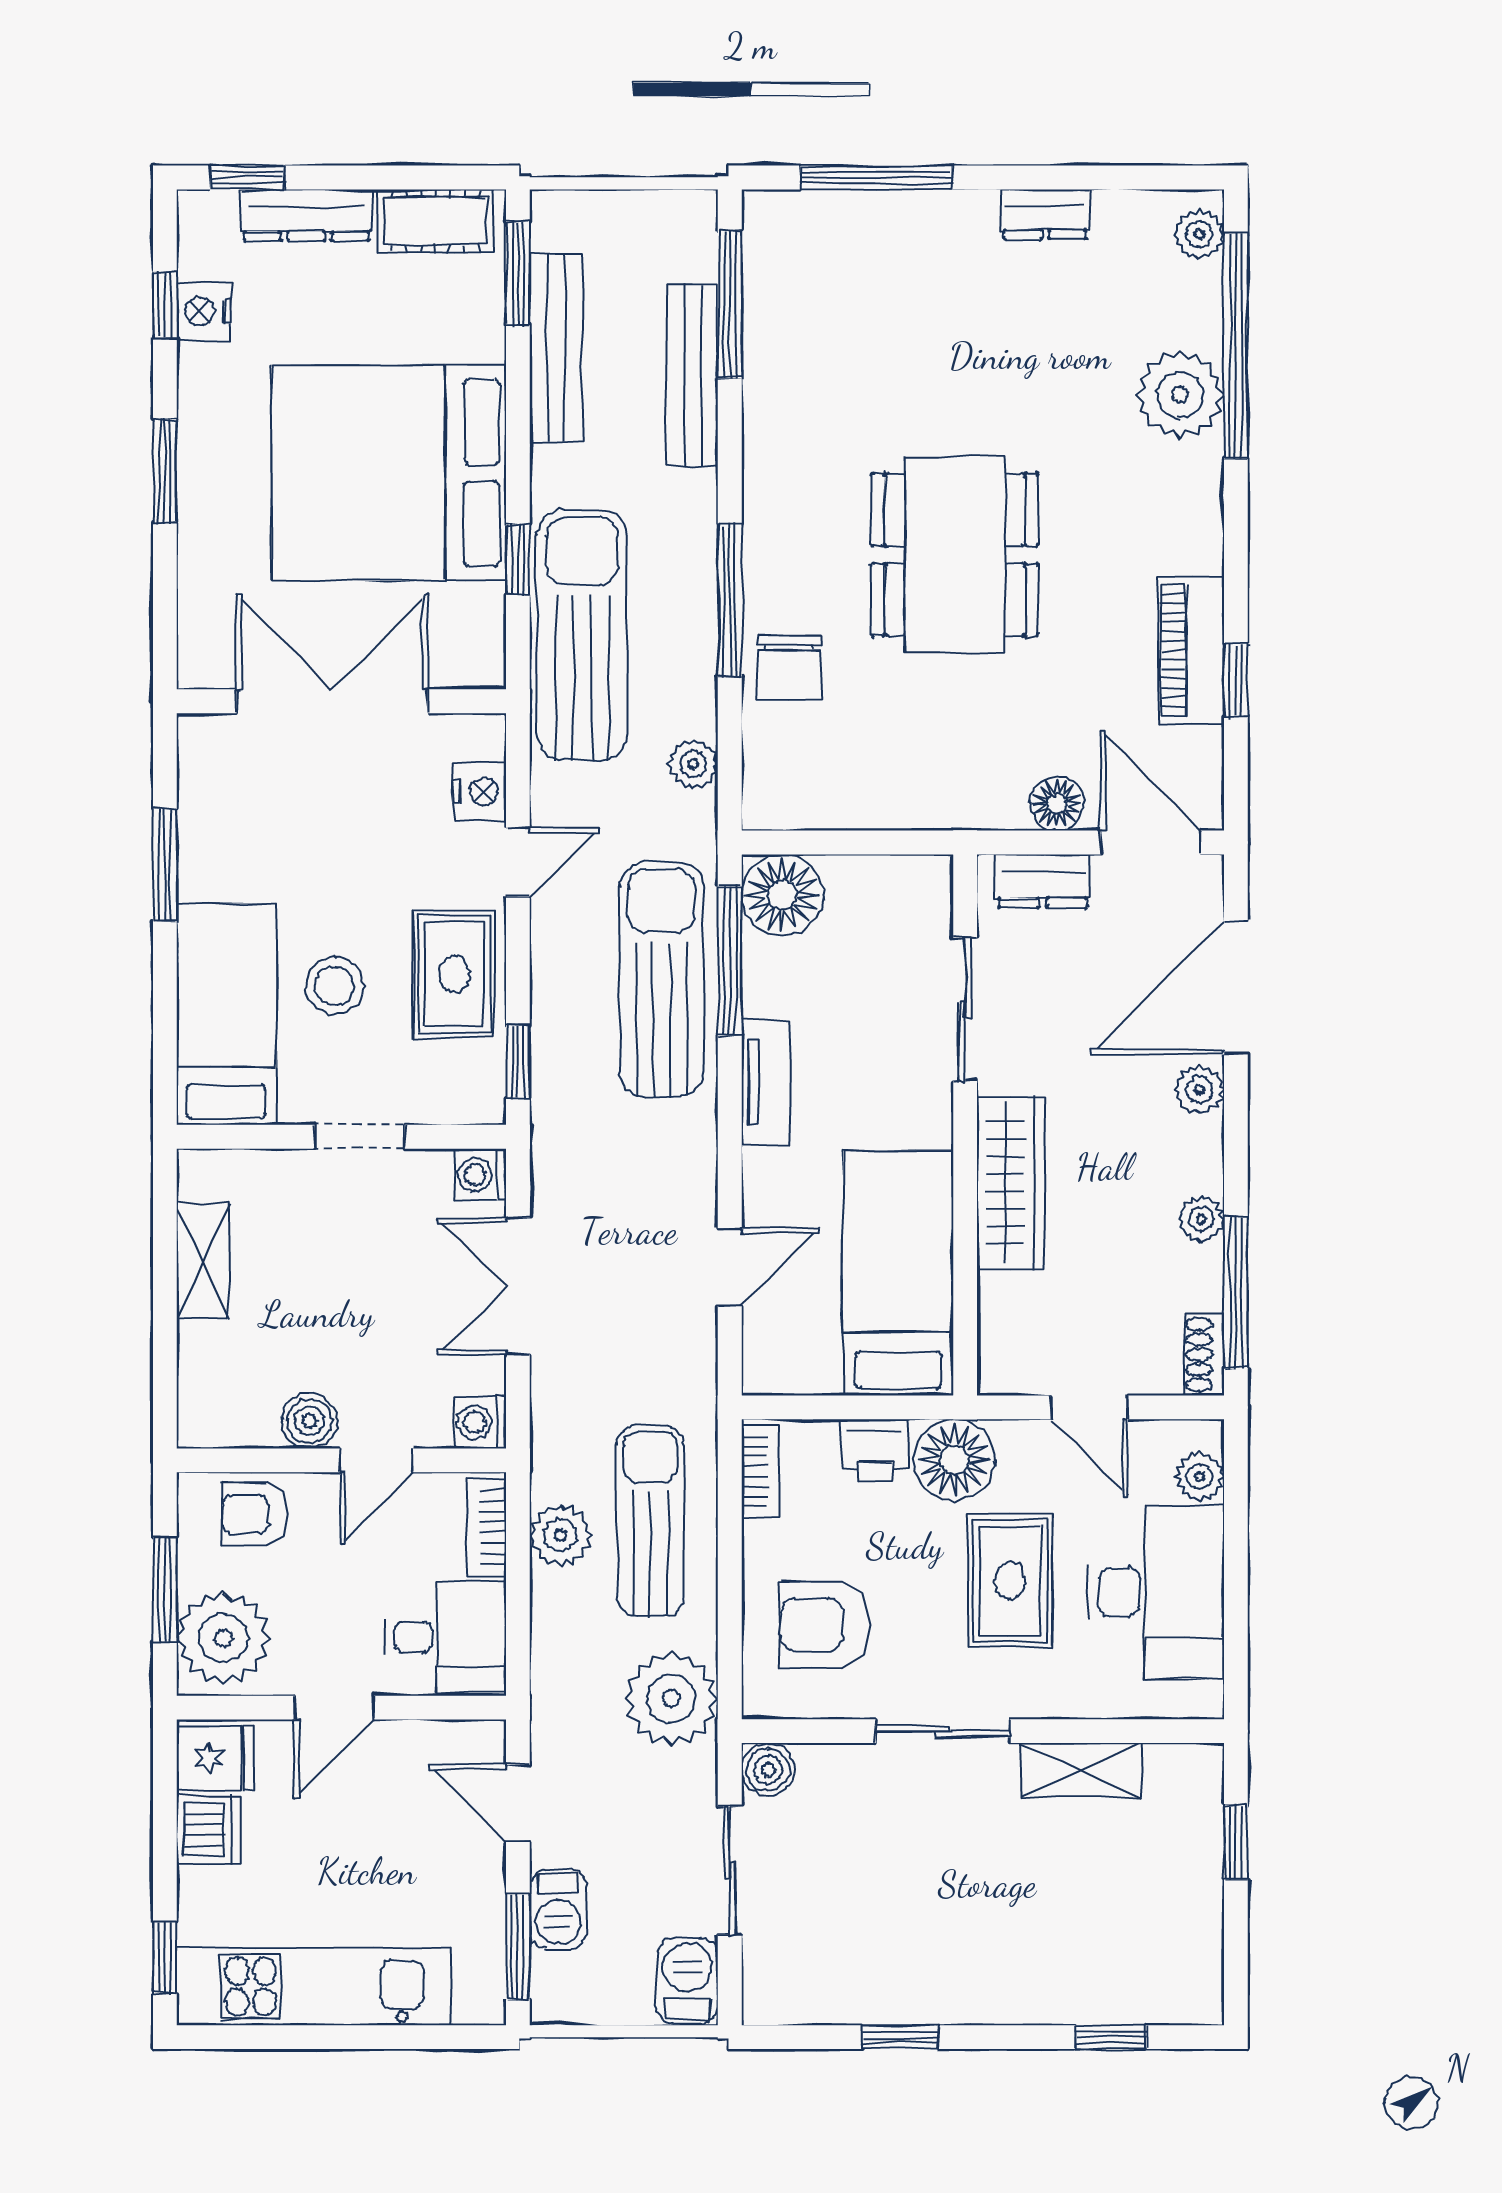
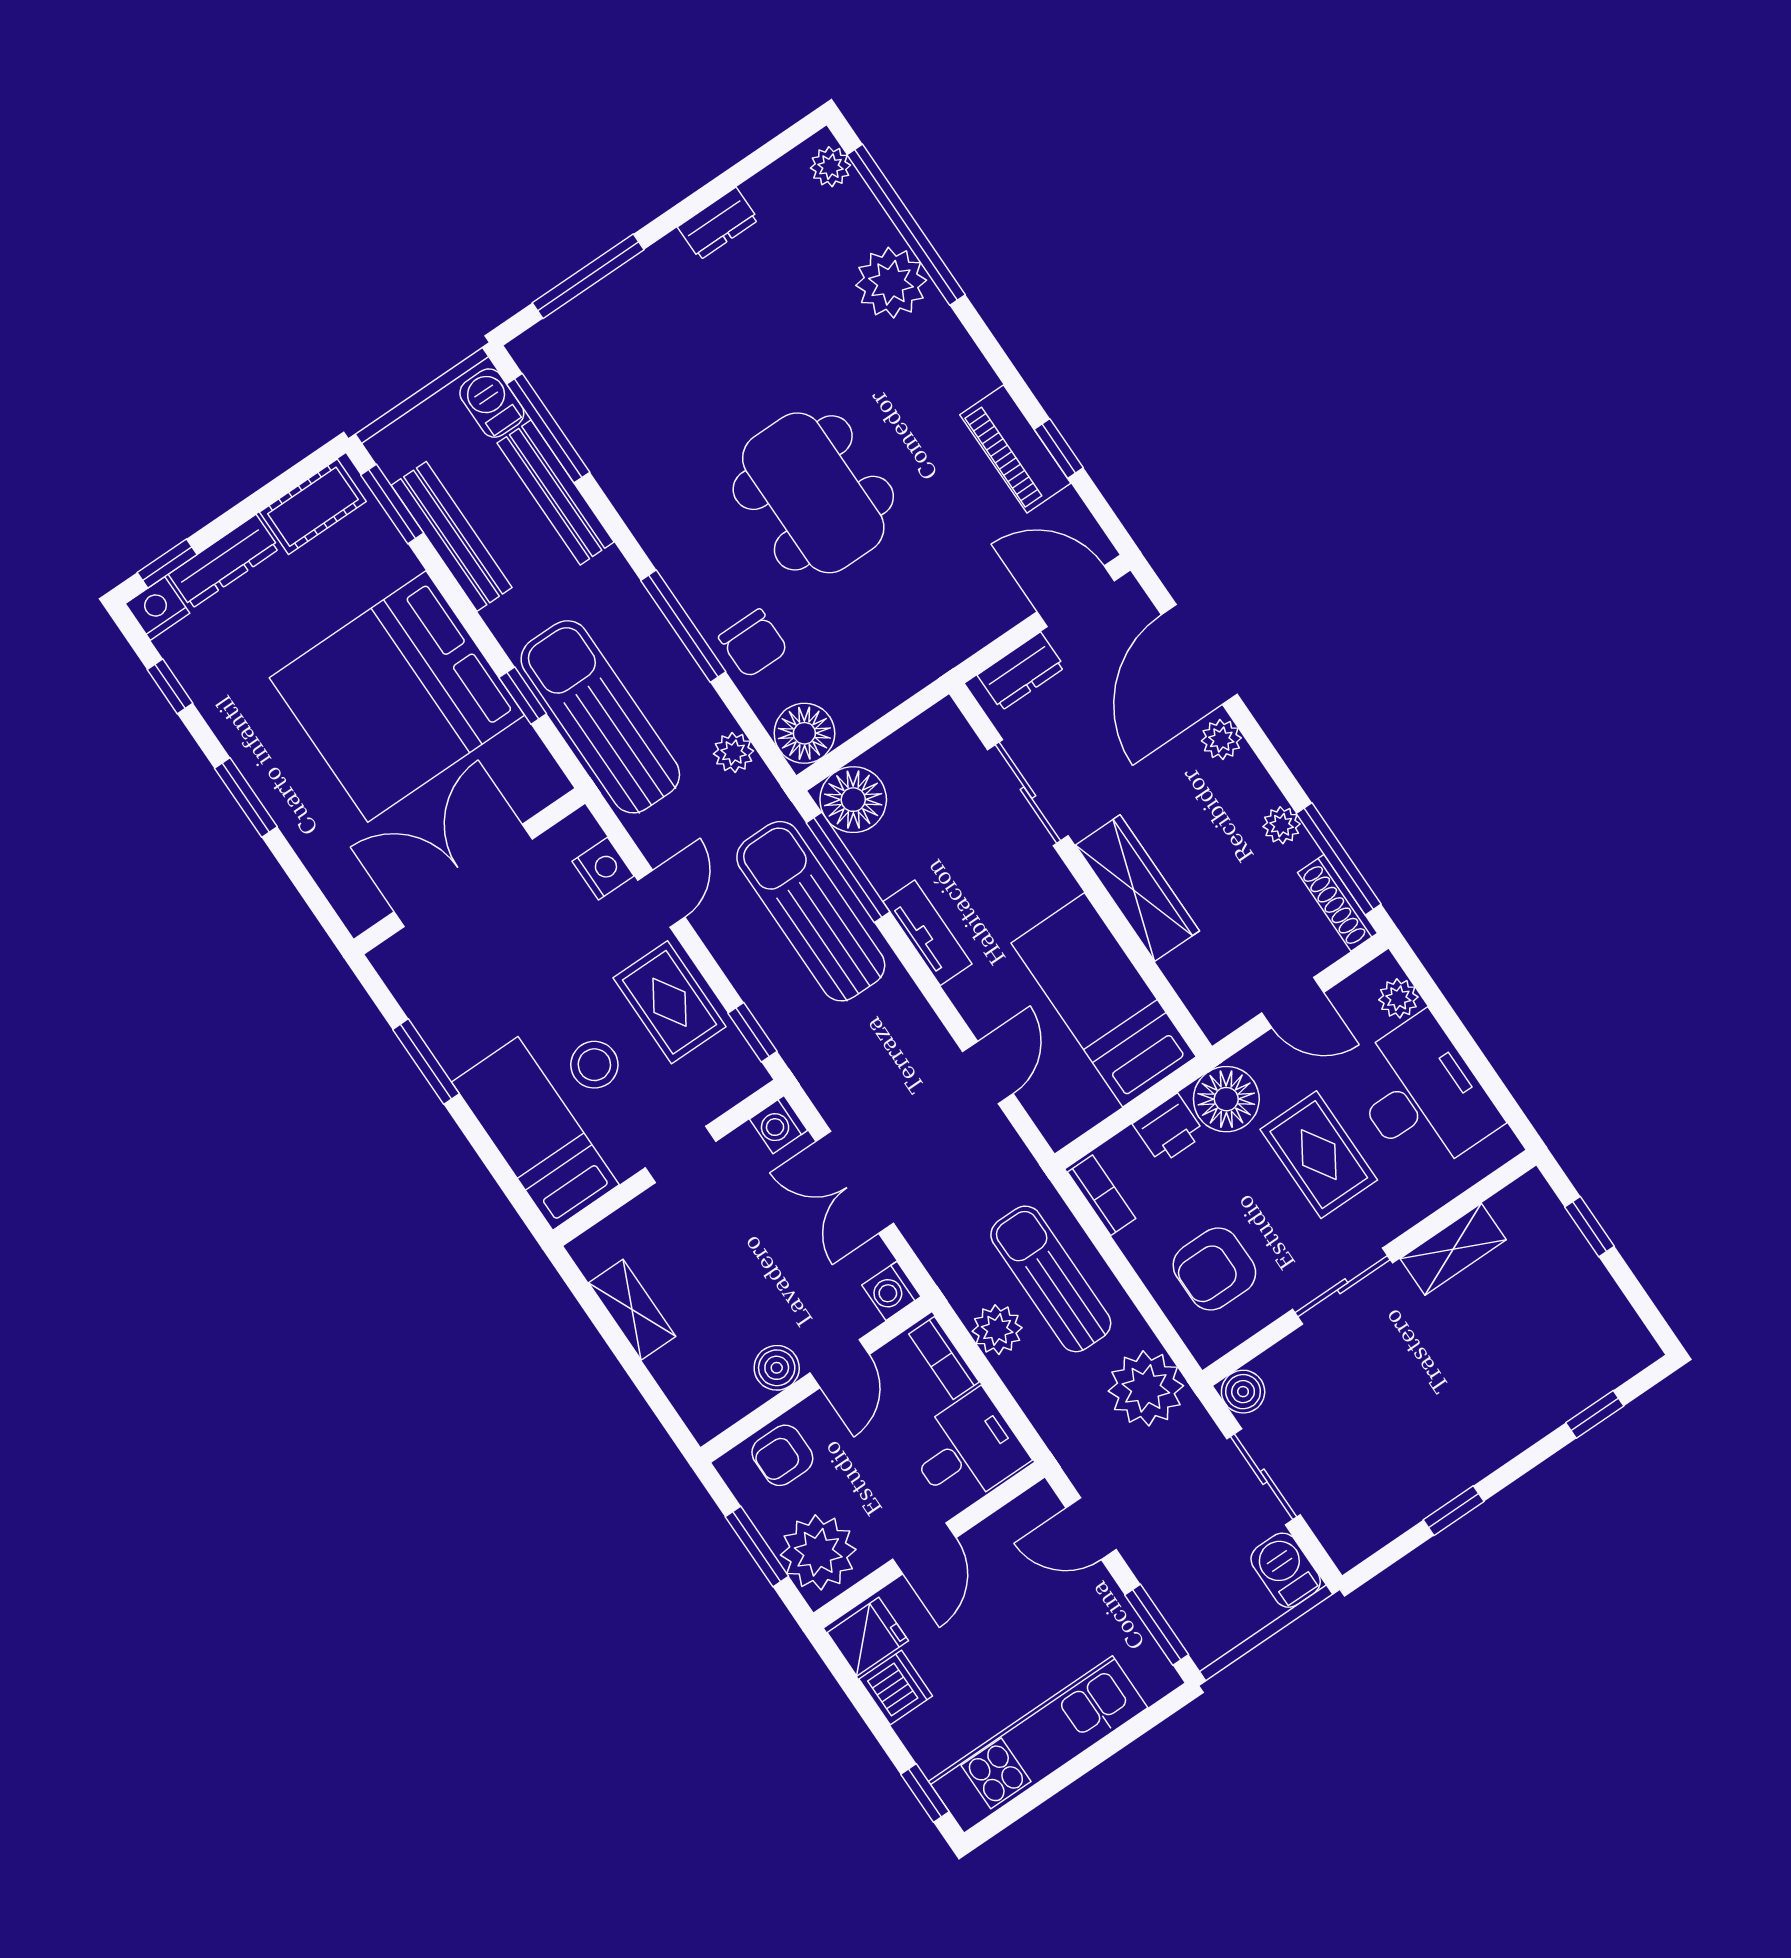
nightstand: (204, 311) -> (158, 608), moved, turned 90
floor lamp: (1057, 804) -> (804, 733), moved, width x1.38, depth x1.38
shoe rack: (1204, 1355) -> (1338, 903), width x1.43
barbecue: (558, 1909) -> (492, 403), moved, turned 180

